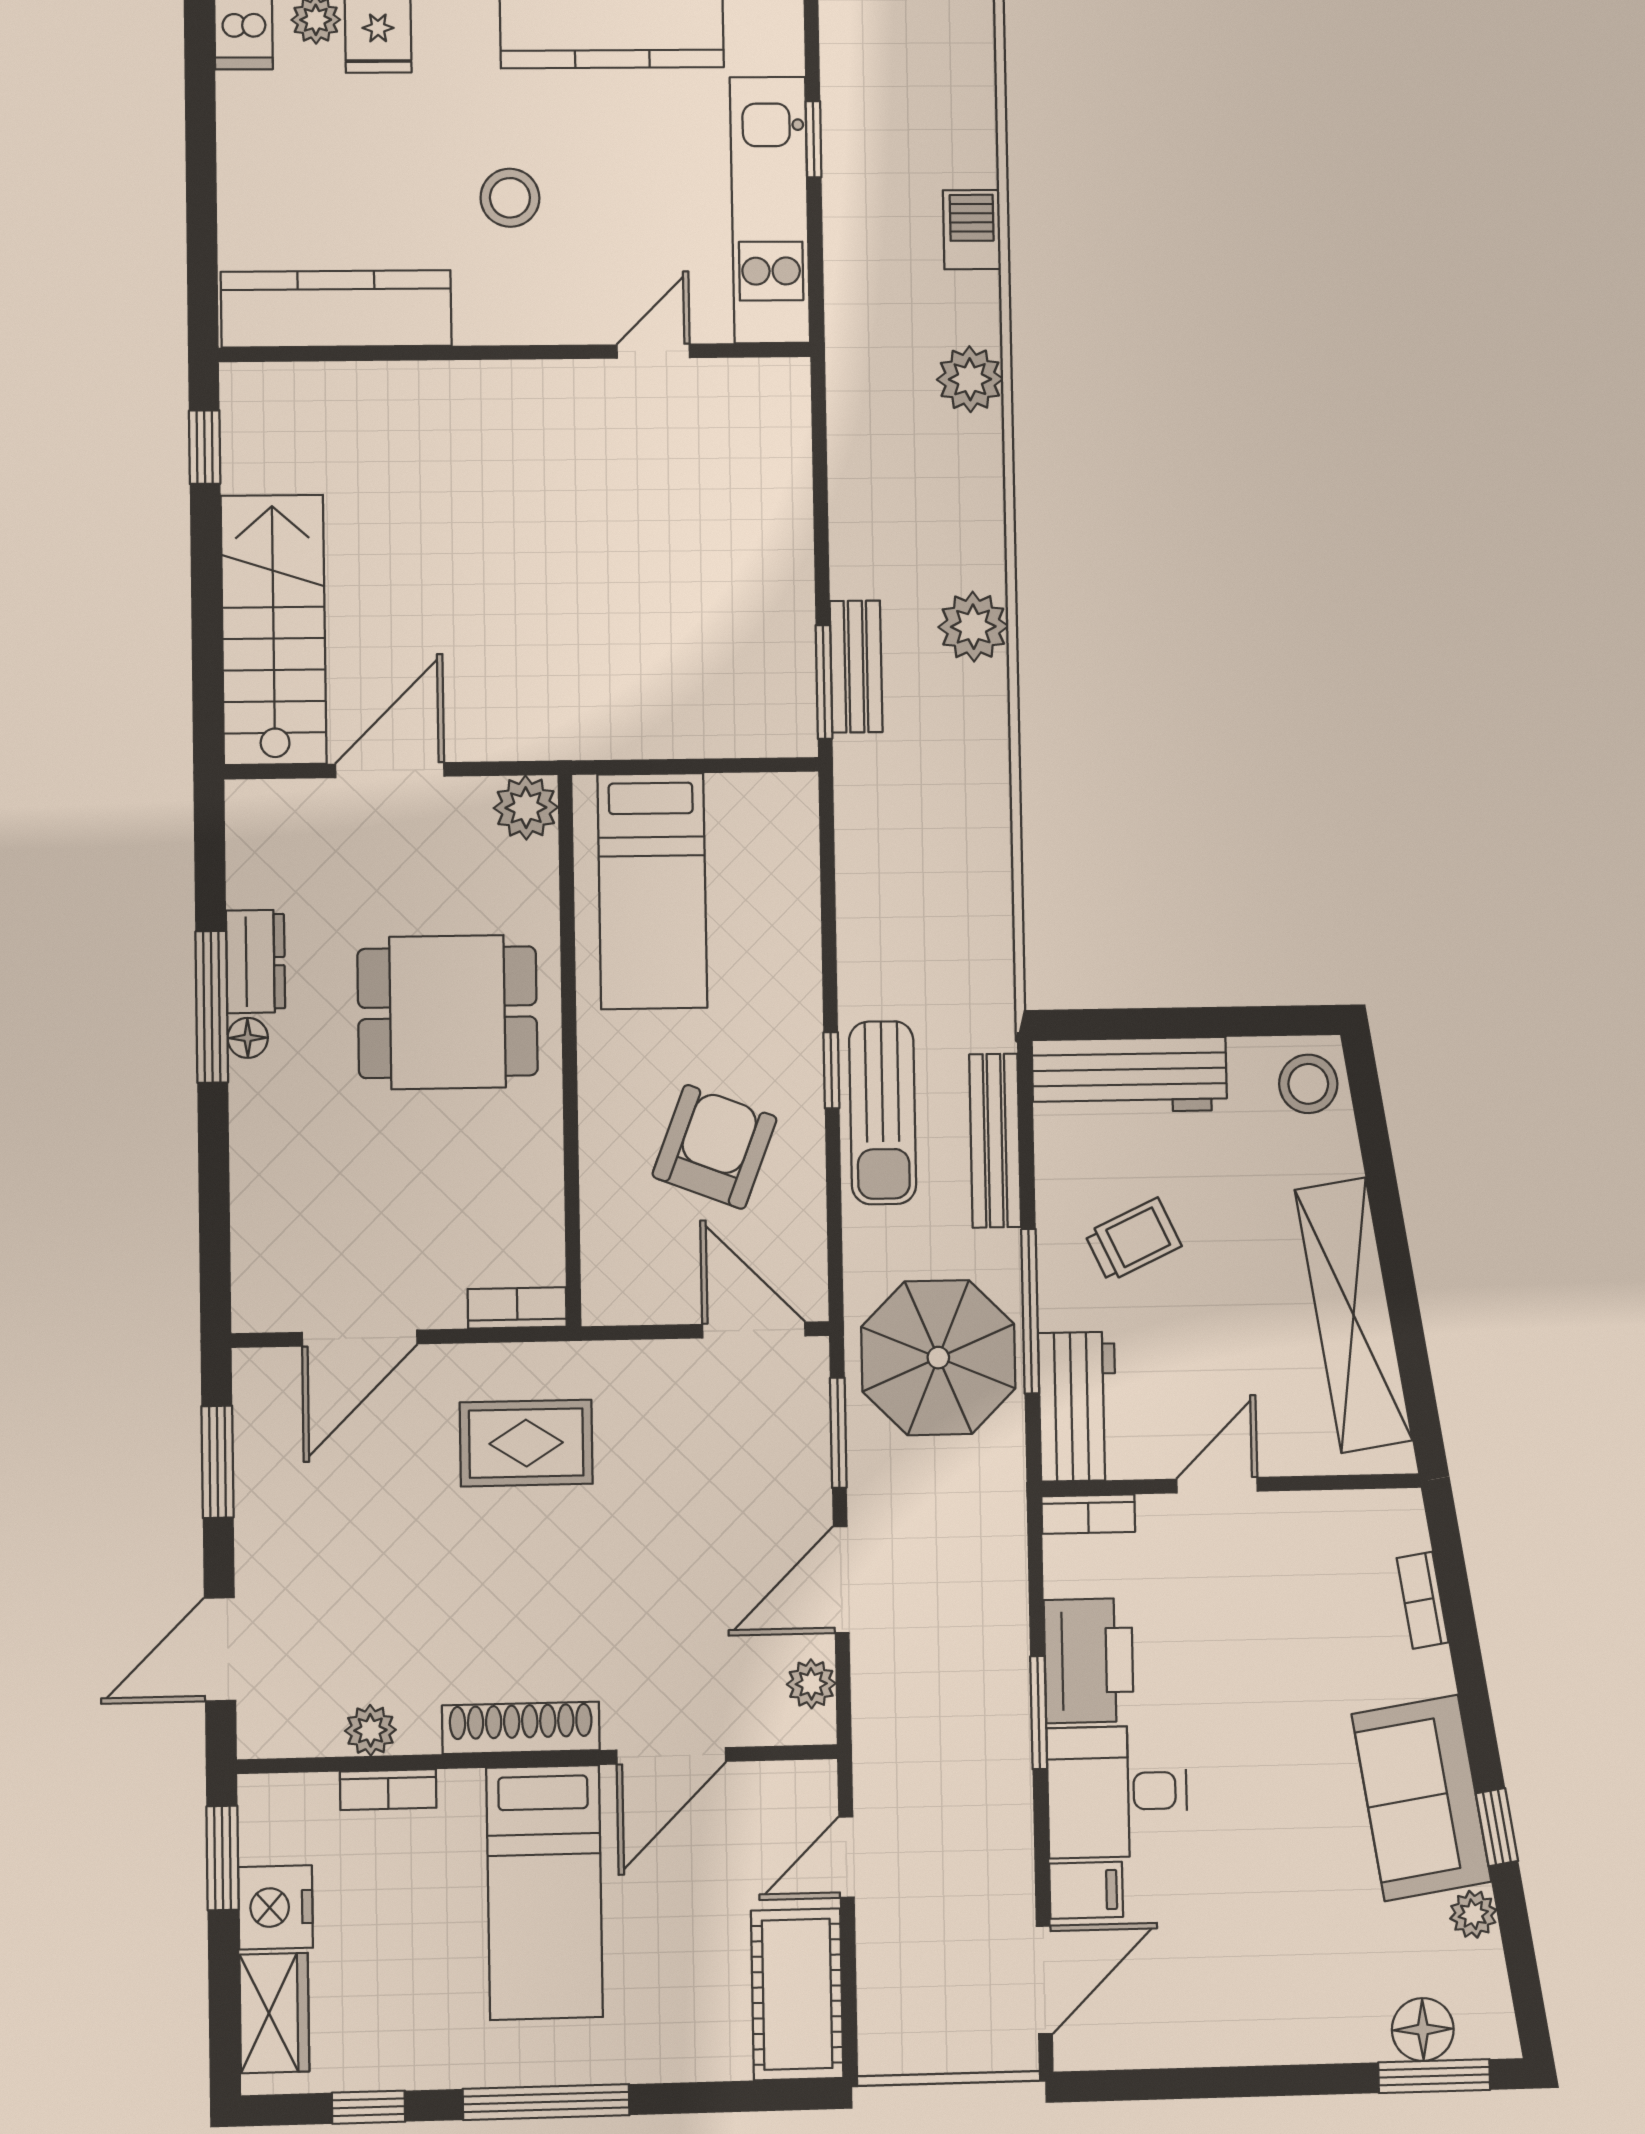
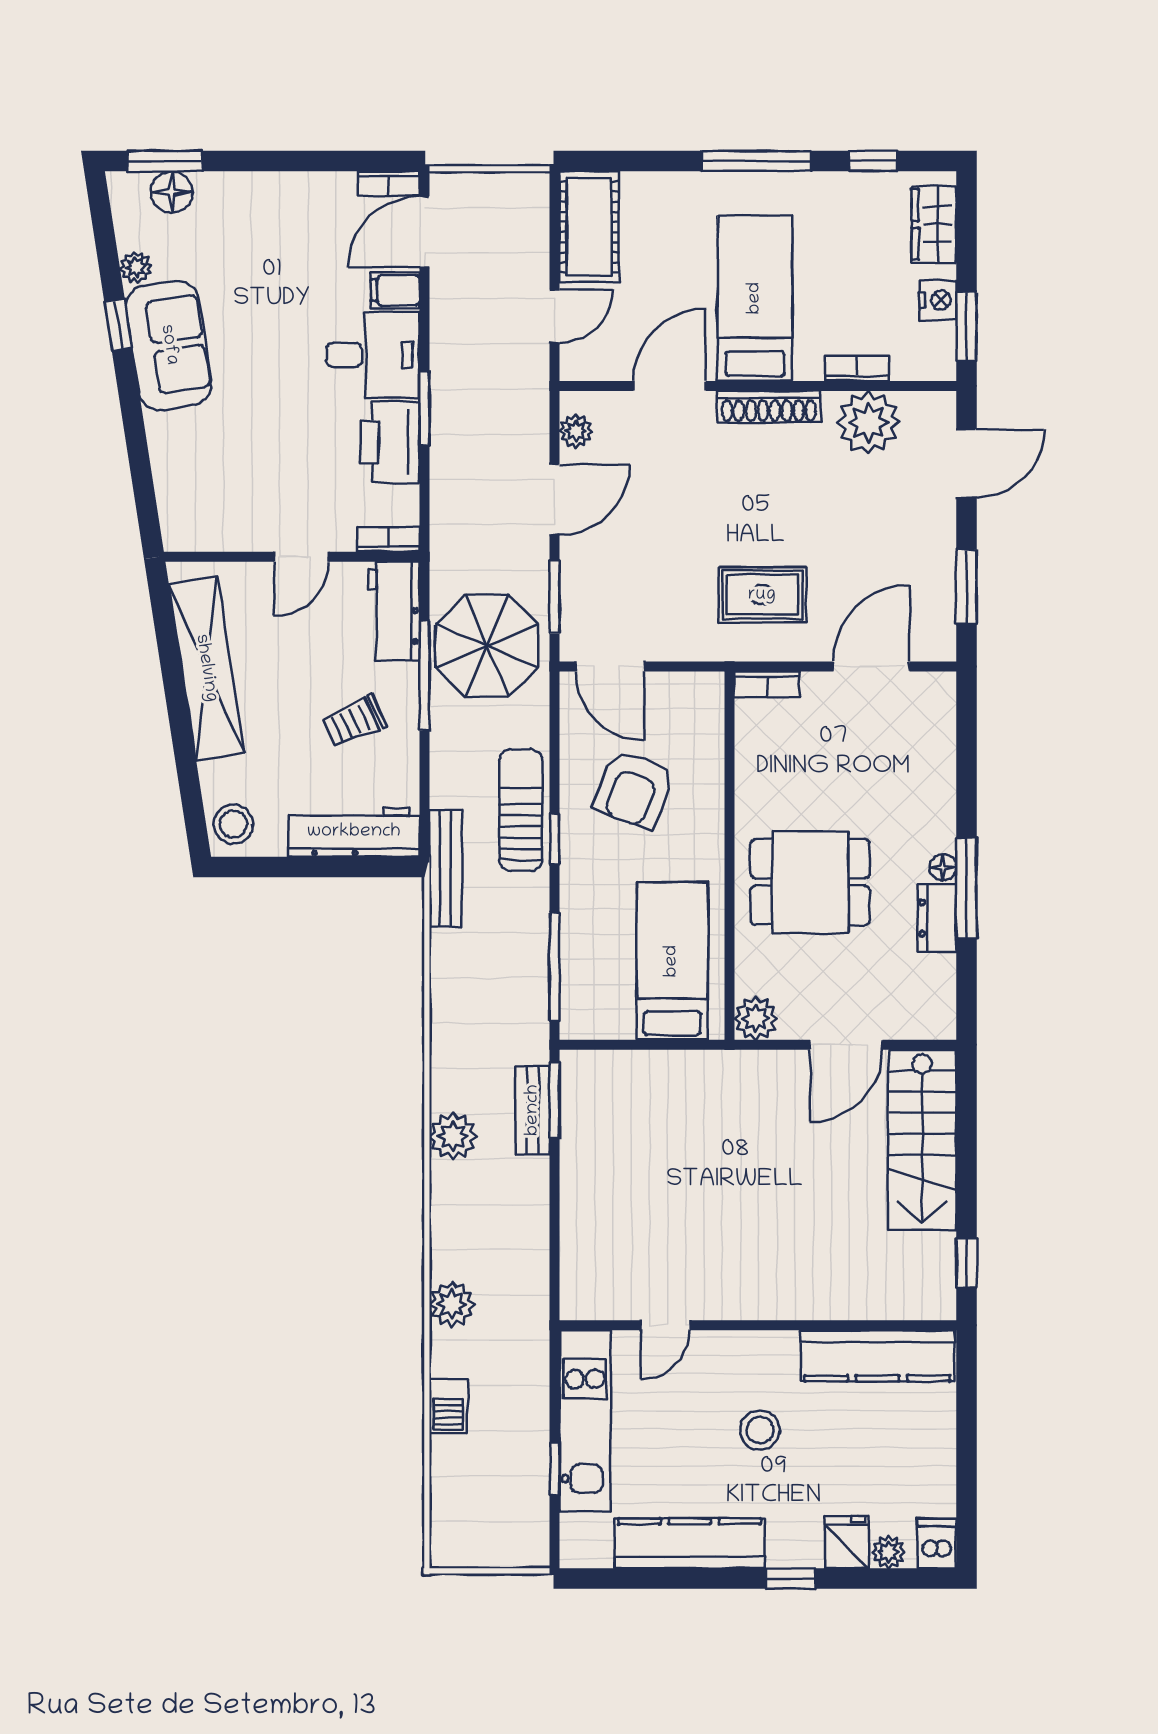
window: (828, 881) -> (555, 966), added
bench: (995, 1141) -> (446, 868), moved
bookcase: (1423, 1600) -> (389, 183), moved, turned 99
plant: (370, 1730) -> (868, 422), width x1.87, depth x1.87
nightstand: (276, 1907) -> (938, 300), width x0.74, depth x0.75

